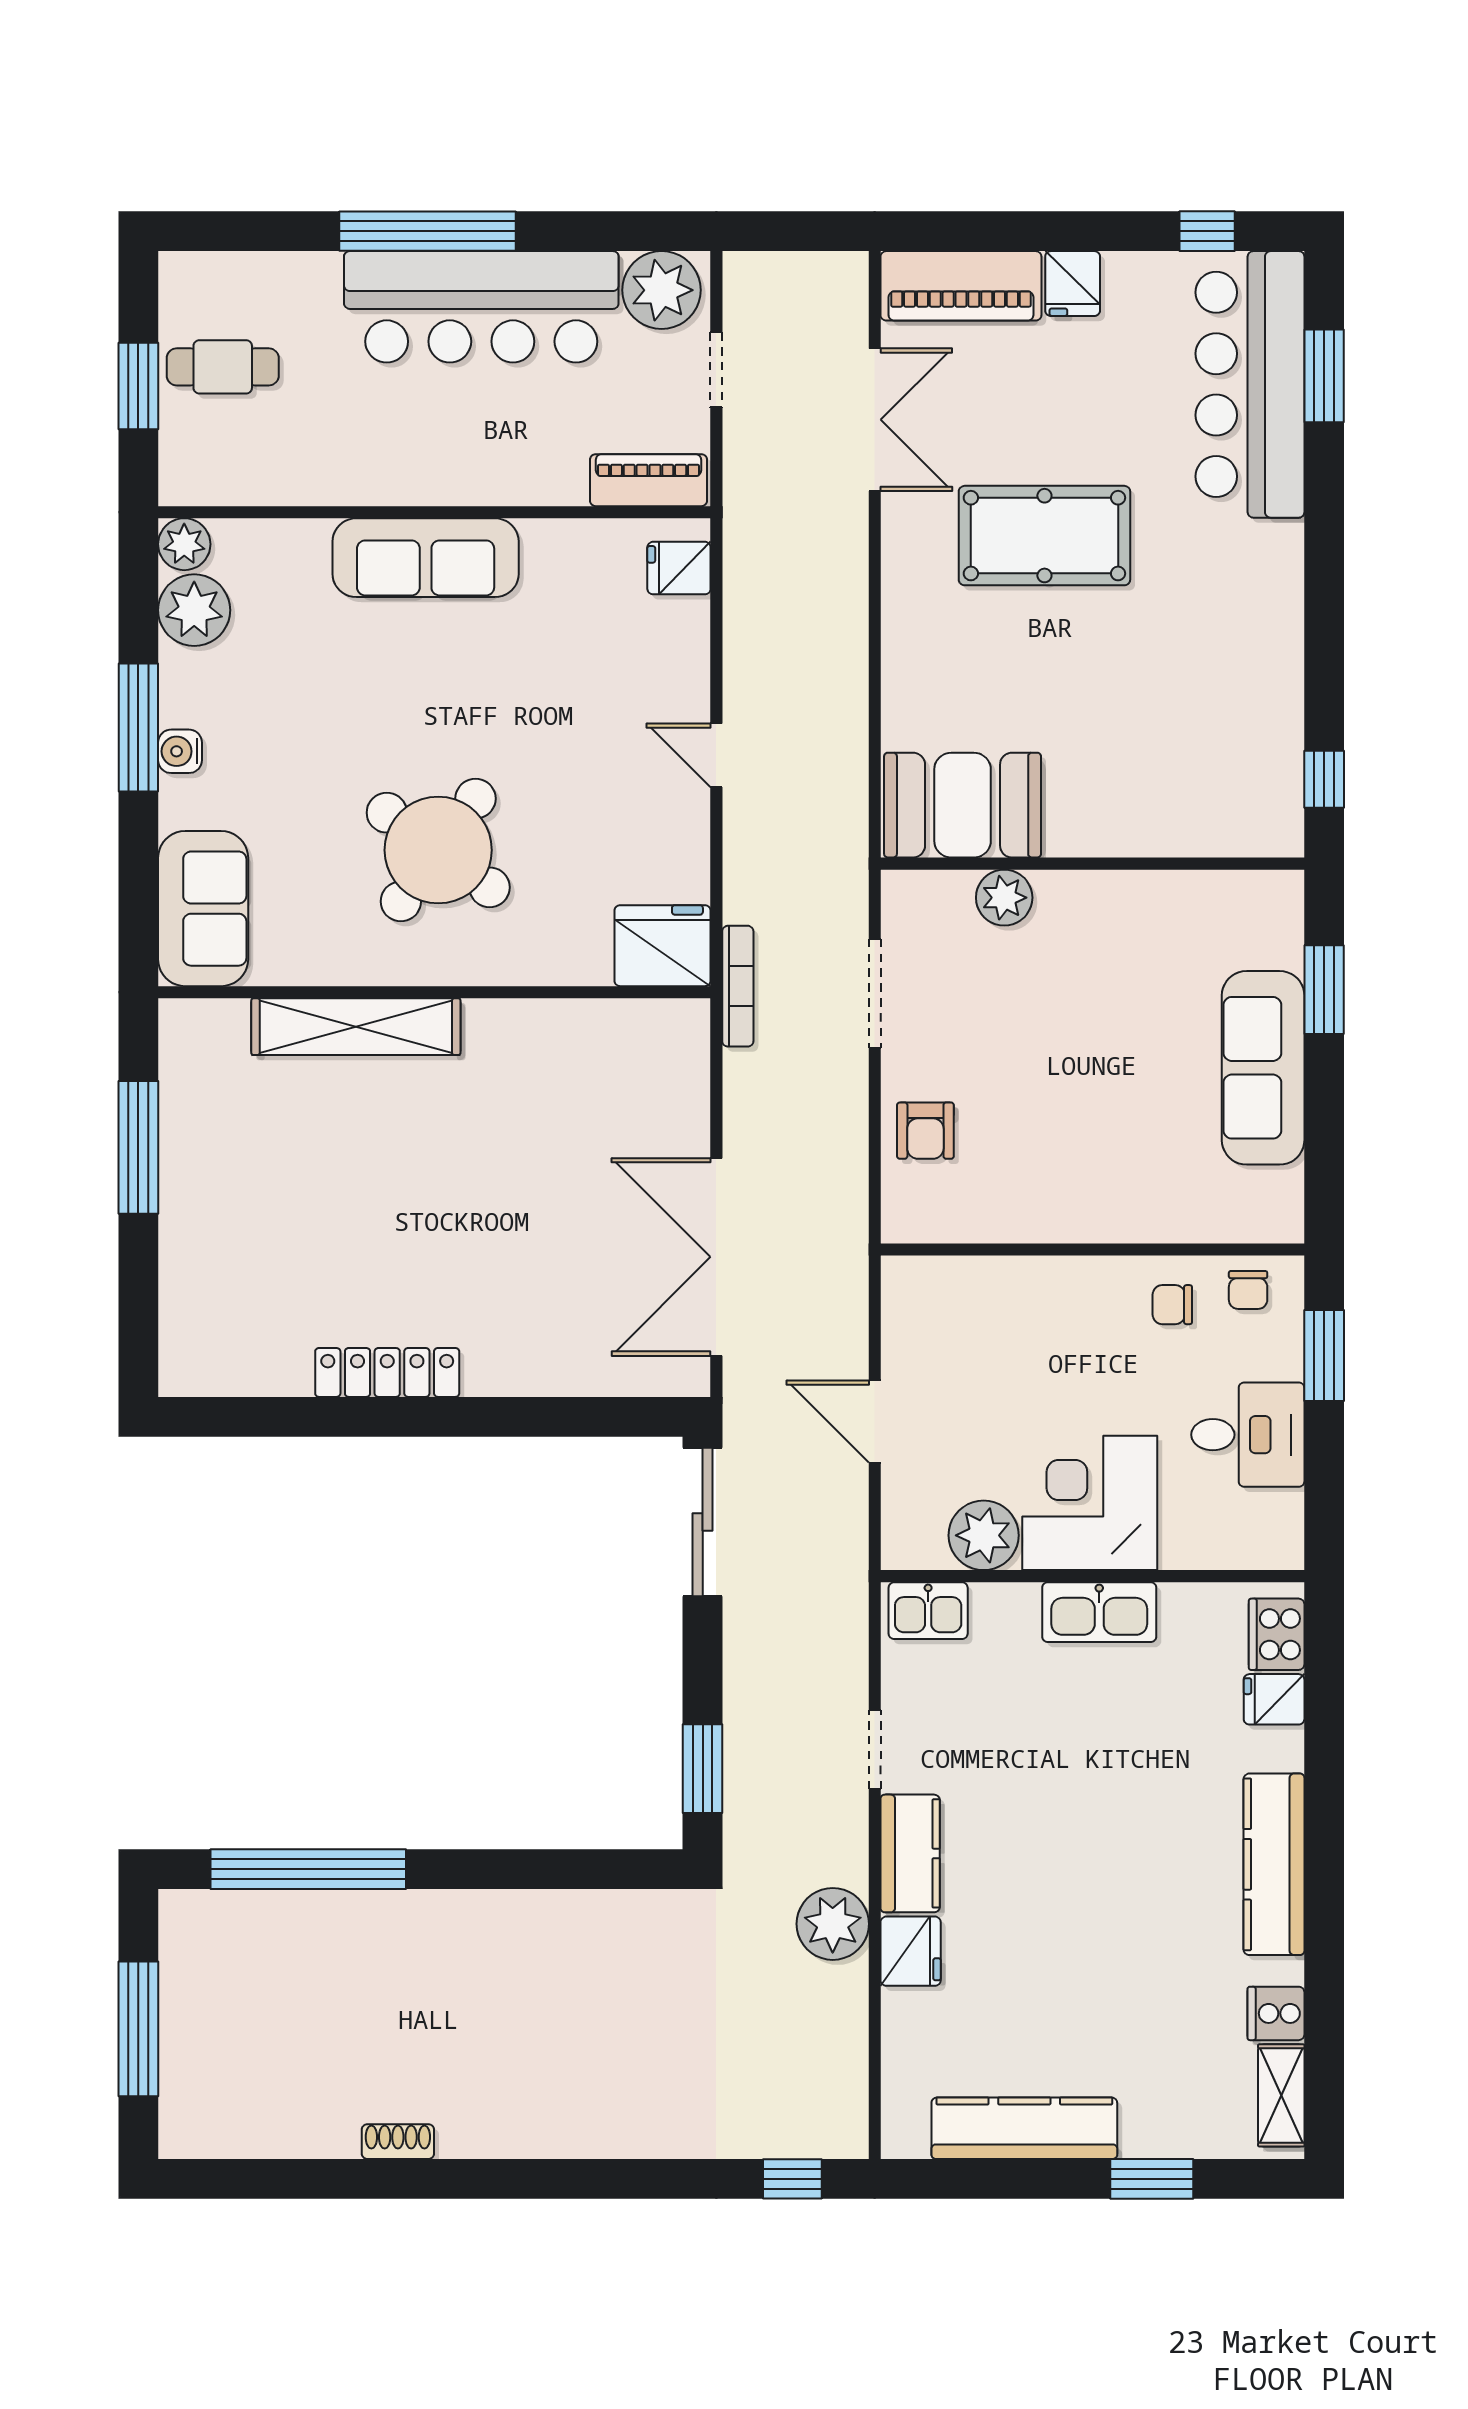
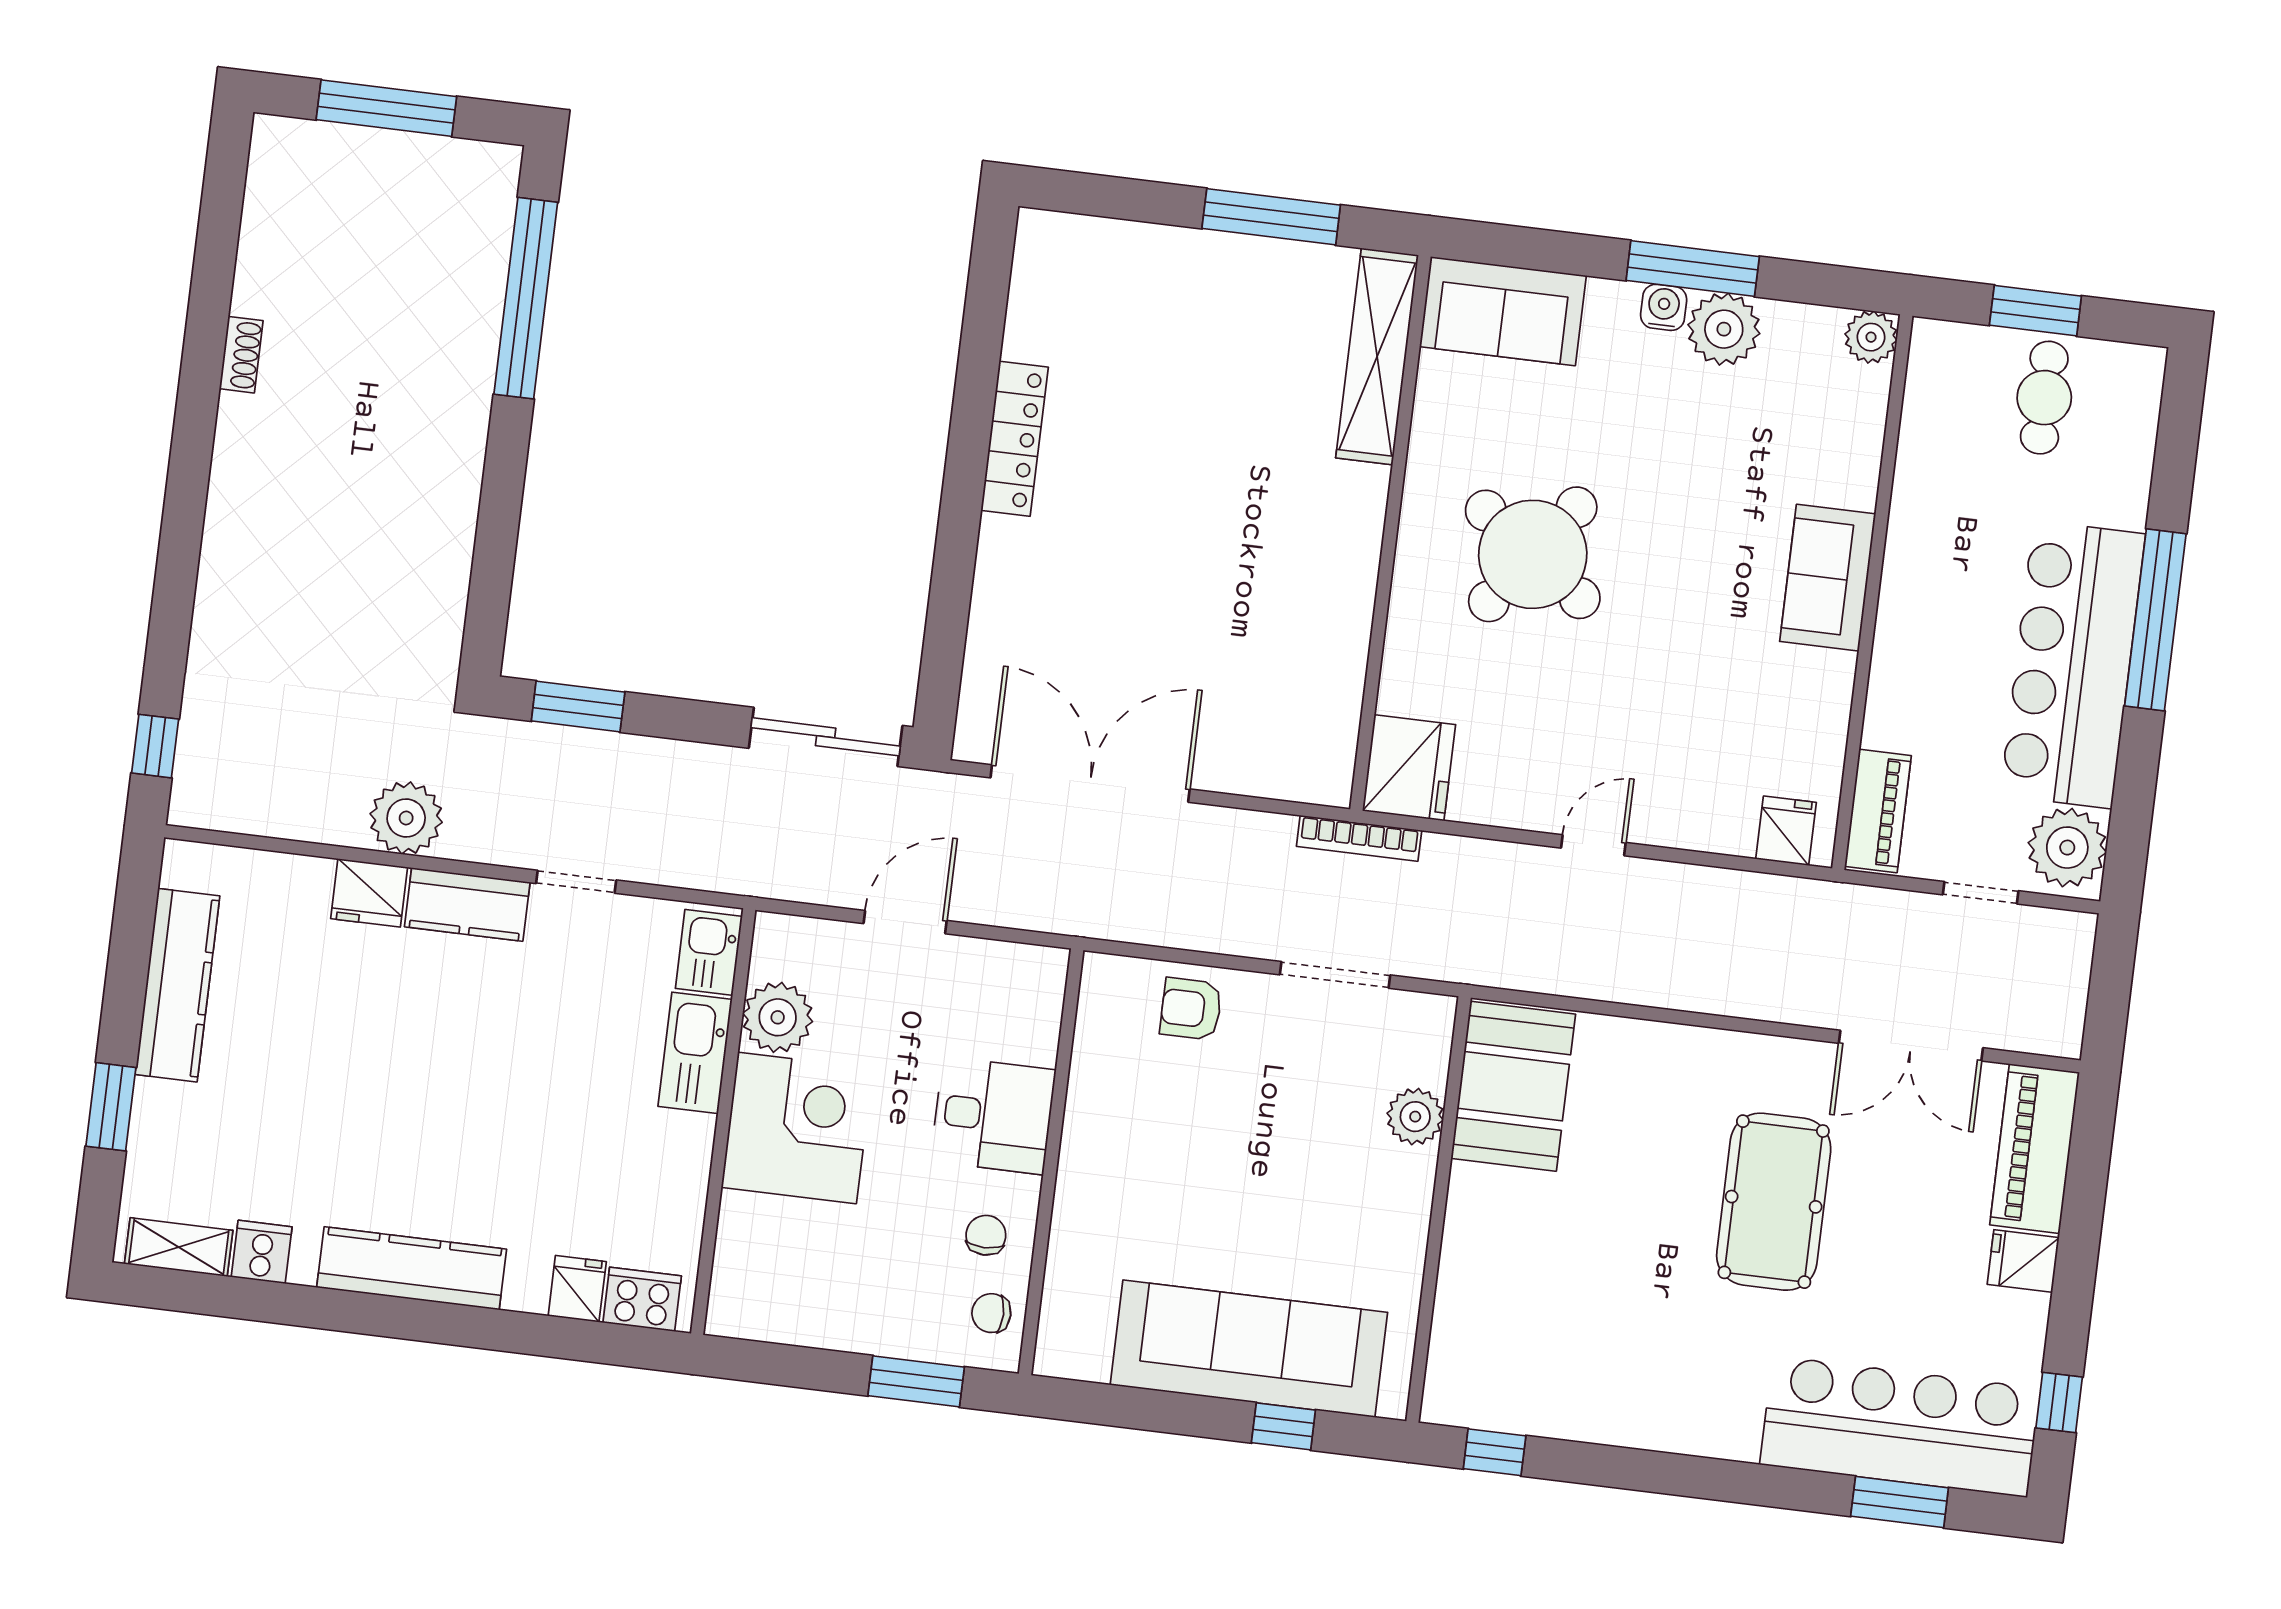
sofa: (426, 558) -> (1828, 578), width x0.73
plant: (194, 610) -> (1724, 329), moved
window: (1324, 990) -> (1283, 1426), width x0.67
shelving: (356, 1027) -> (1377, 356), moved
sofa: (1263, 1068) -> (1249, 1349), width x1.36, depth x1.27
desk: (1248, 1435) -> (993, 1116), moved, turned -90
kitchen sink: (1099, 1612) -> (695, 1053), moved

